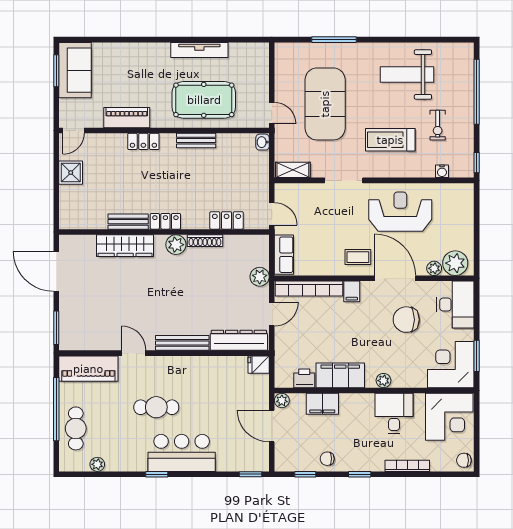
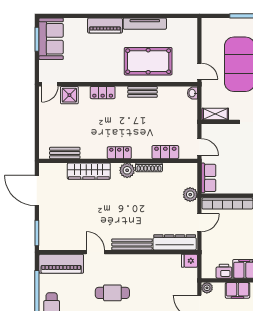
piano: (127, 118) -> (105, 26), moved, turned 180
shower: (71, 173) -> (69, 95), moved
bench: (128, 222) -> (65, 153), moved

